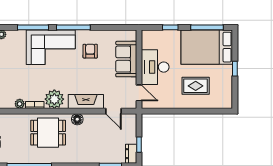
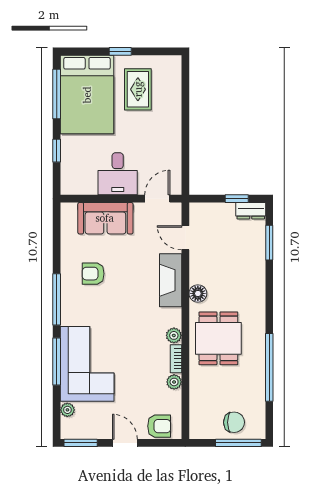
corner sofa: (51, 47) -> (87, 364), moved
desk: (155, 67) -> (118, 174), width x0.73
rug: (196, 86) -> (138, 89), moved
plant: (54, 99) -> (174, 335), width x0.53, depth x0.53
door: (113, 111) -> (185, 238), swing flipped

